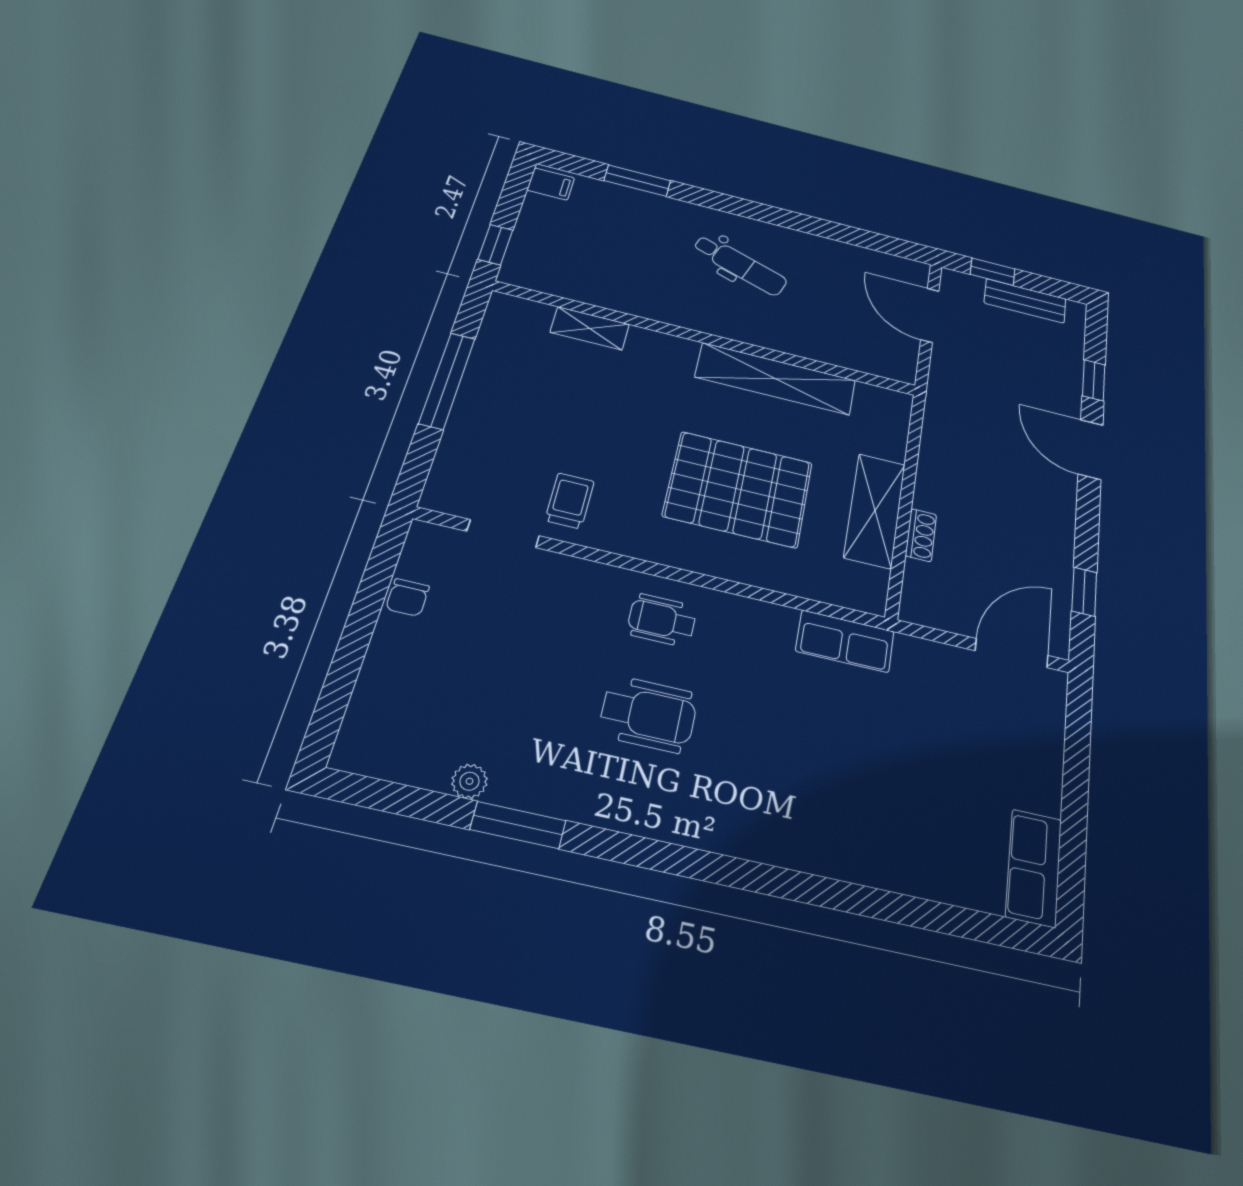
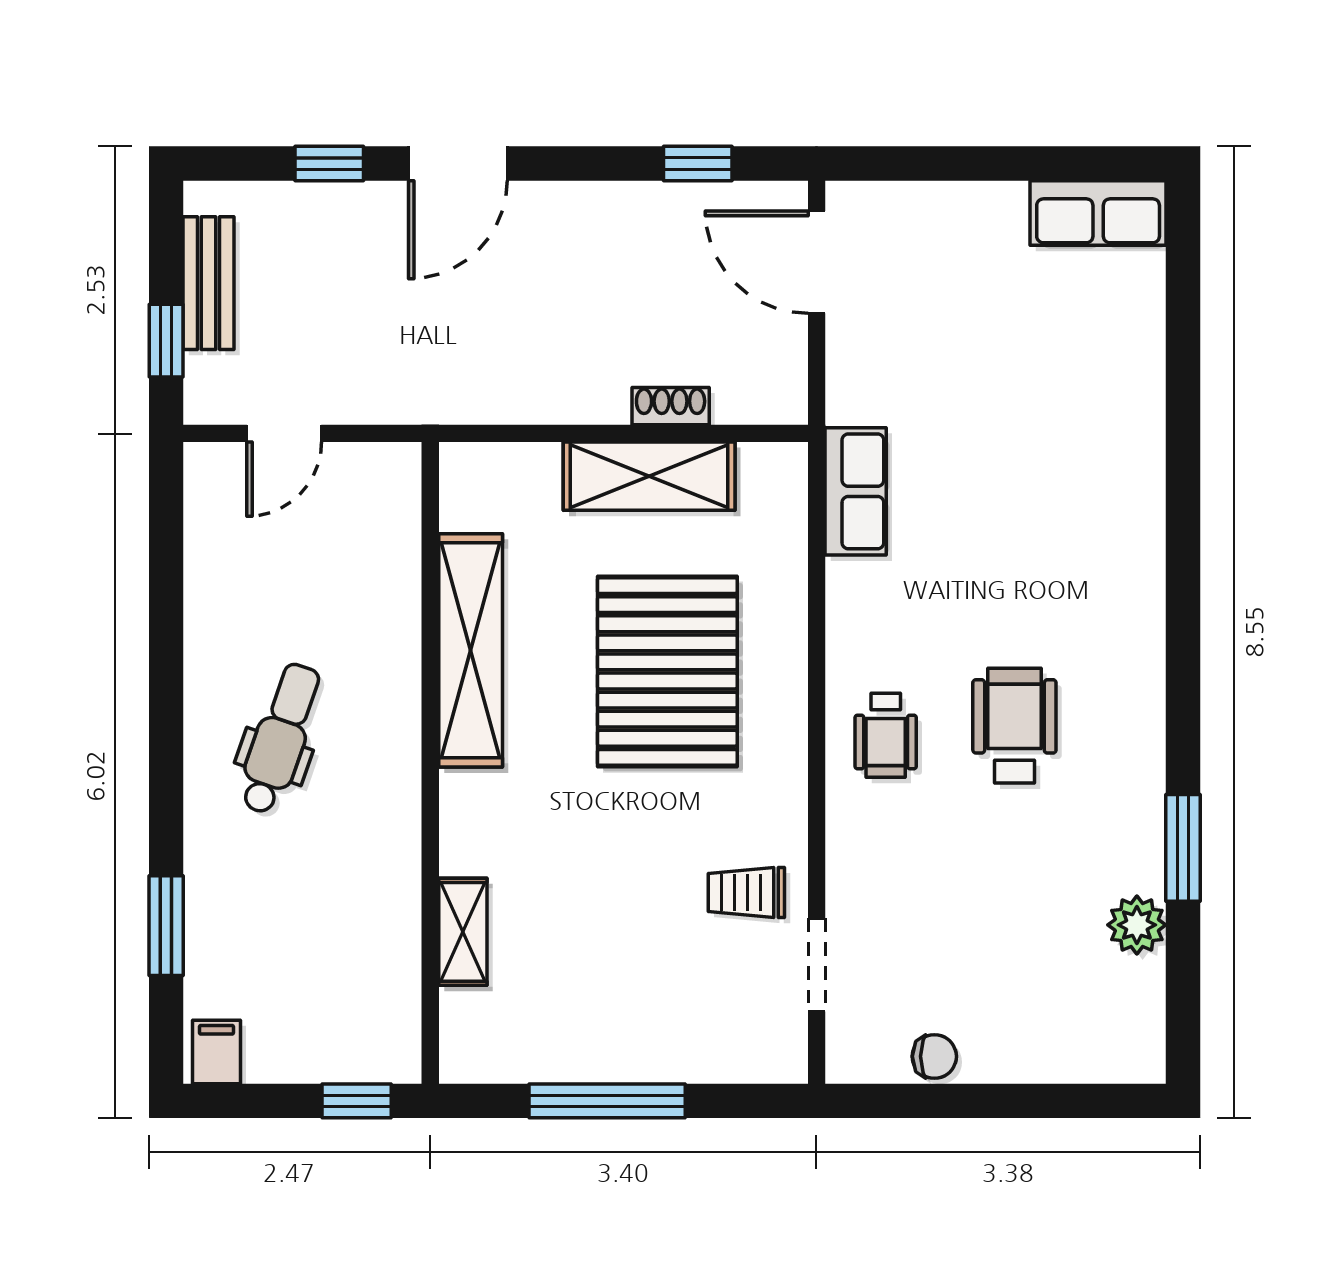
door: (930, 315) -> (284, 433), width x0.73
plant: (469, 781) -> (1137, 925), width x1.38, depth x1.38

